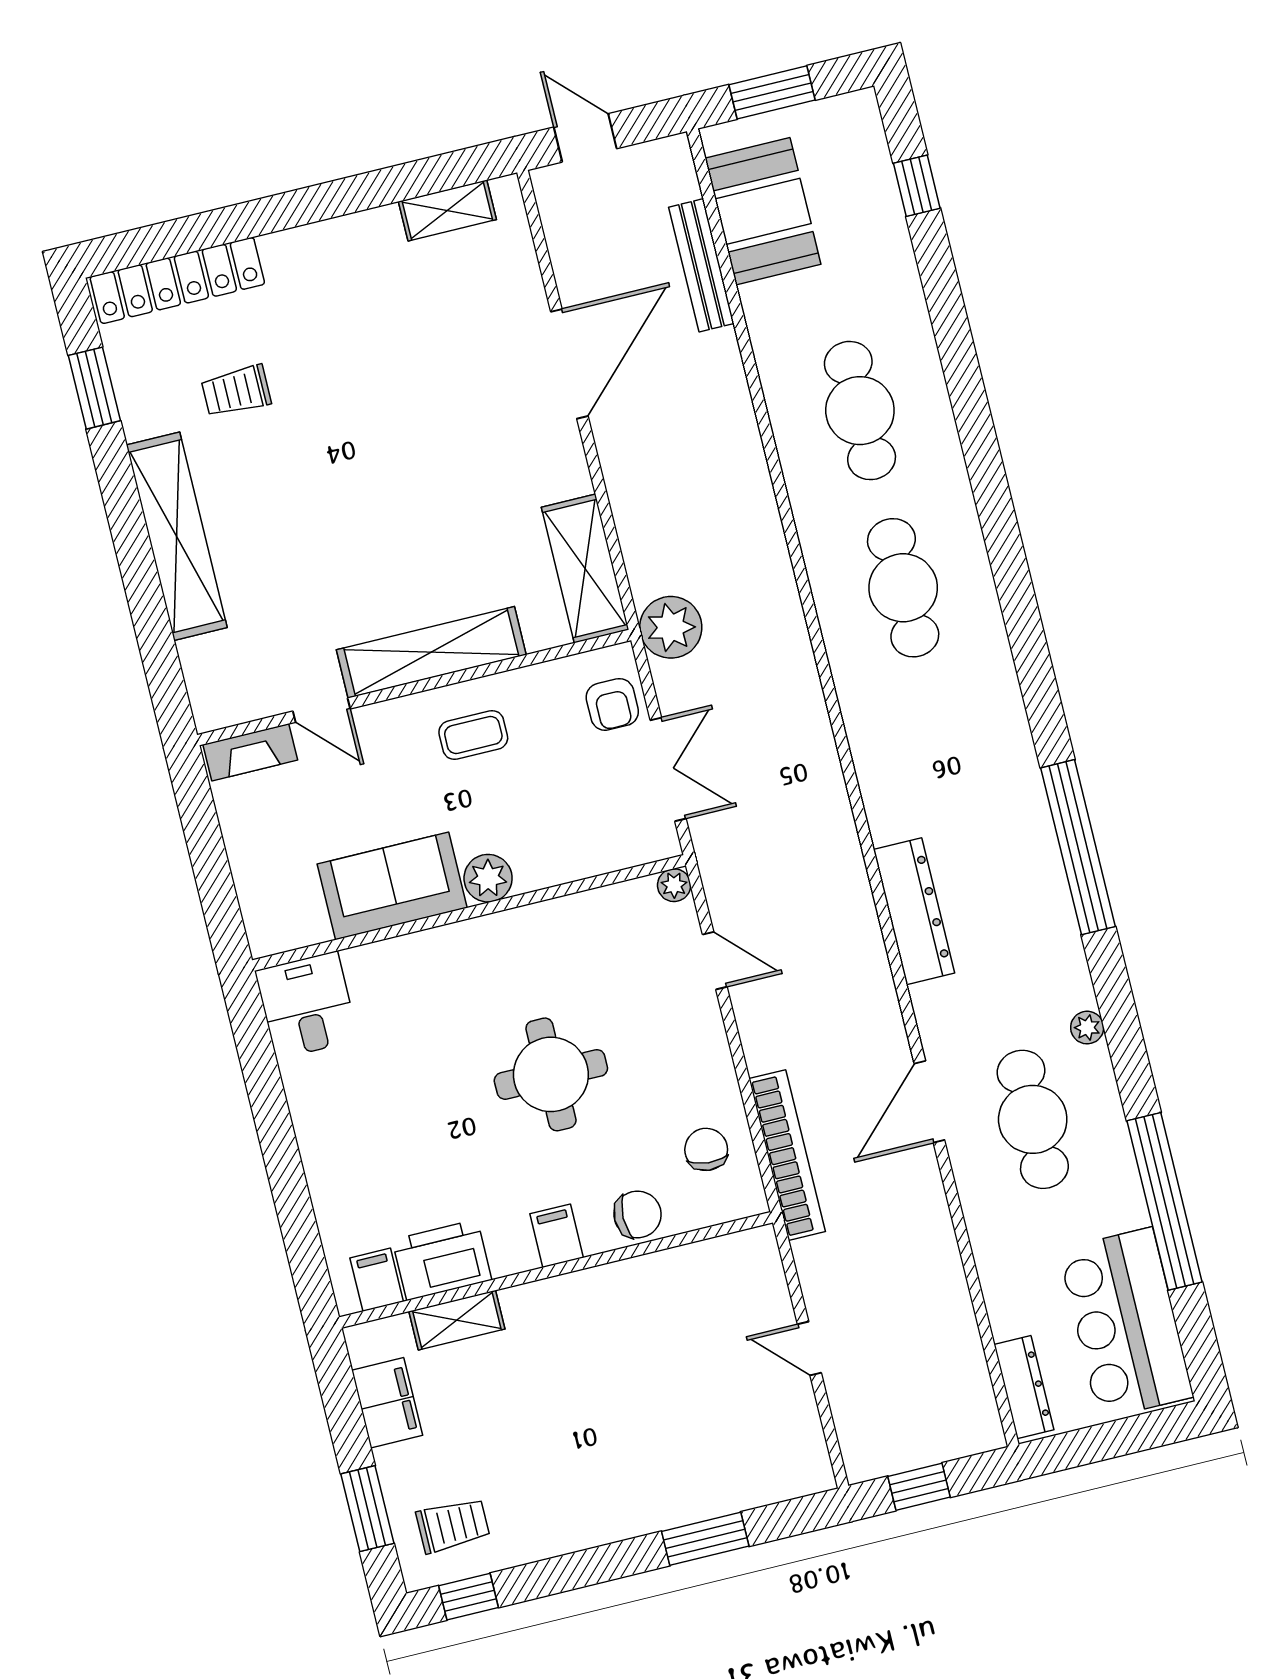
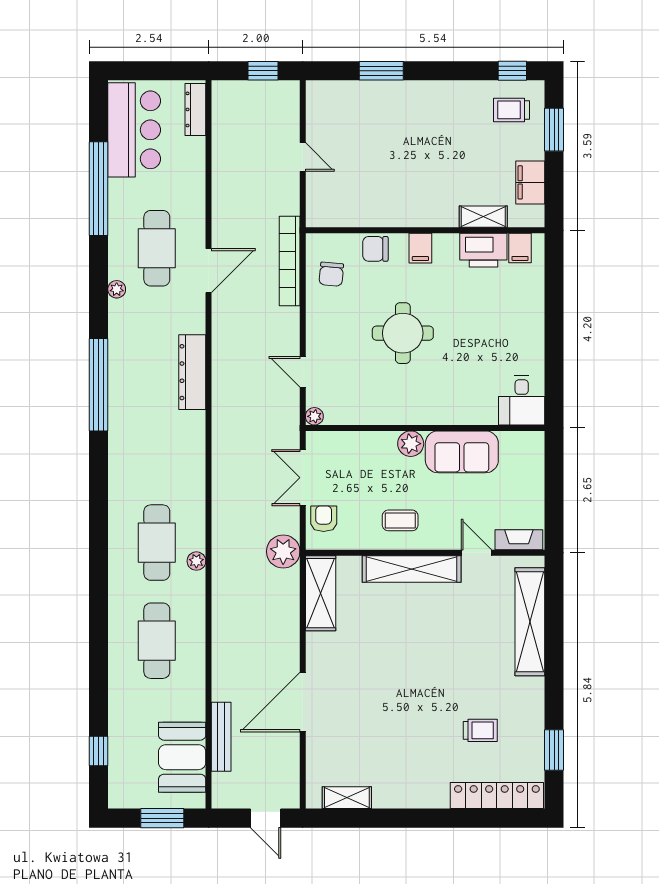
shelving: (177, 536) -> (530, 622), moved
plant: (823, 572) -> (196, 561), added

